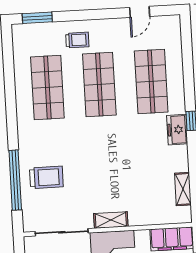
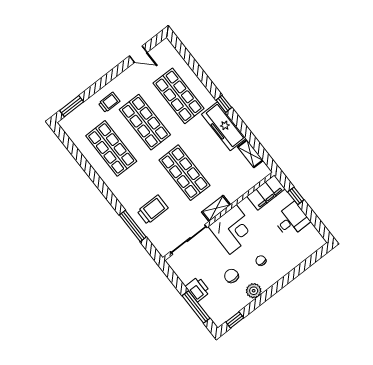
door: (140, 12) -> (138, 54), hinge flipped
freezer: (177, 130) -> (224, 126), width x1.91, depth x1.26
shop shelf: (104, 162) -> (184, 173), added
window: (15, 180) -> (133, 226), width x0.68

